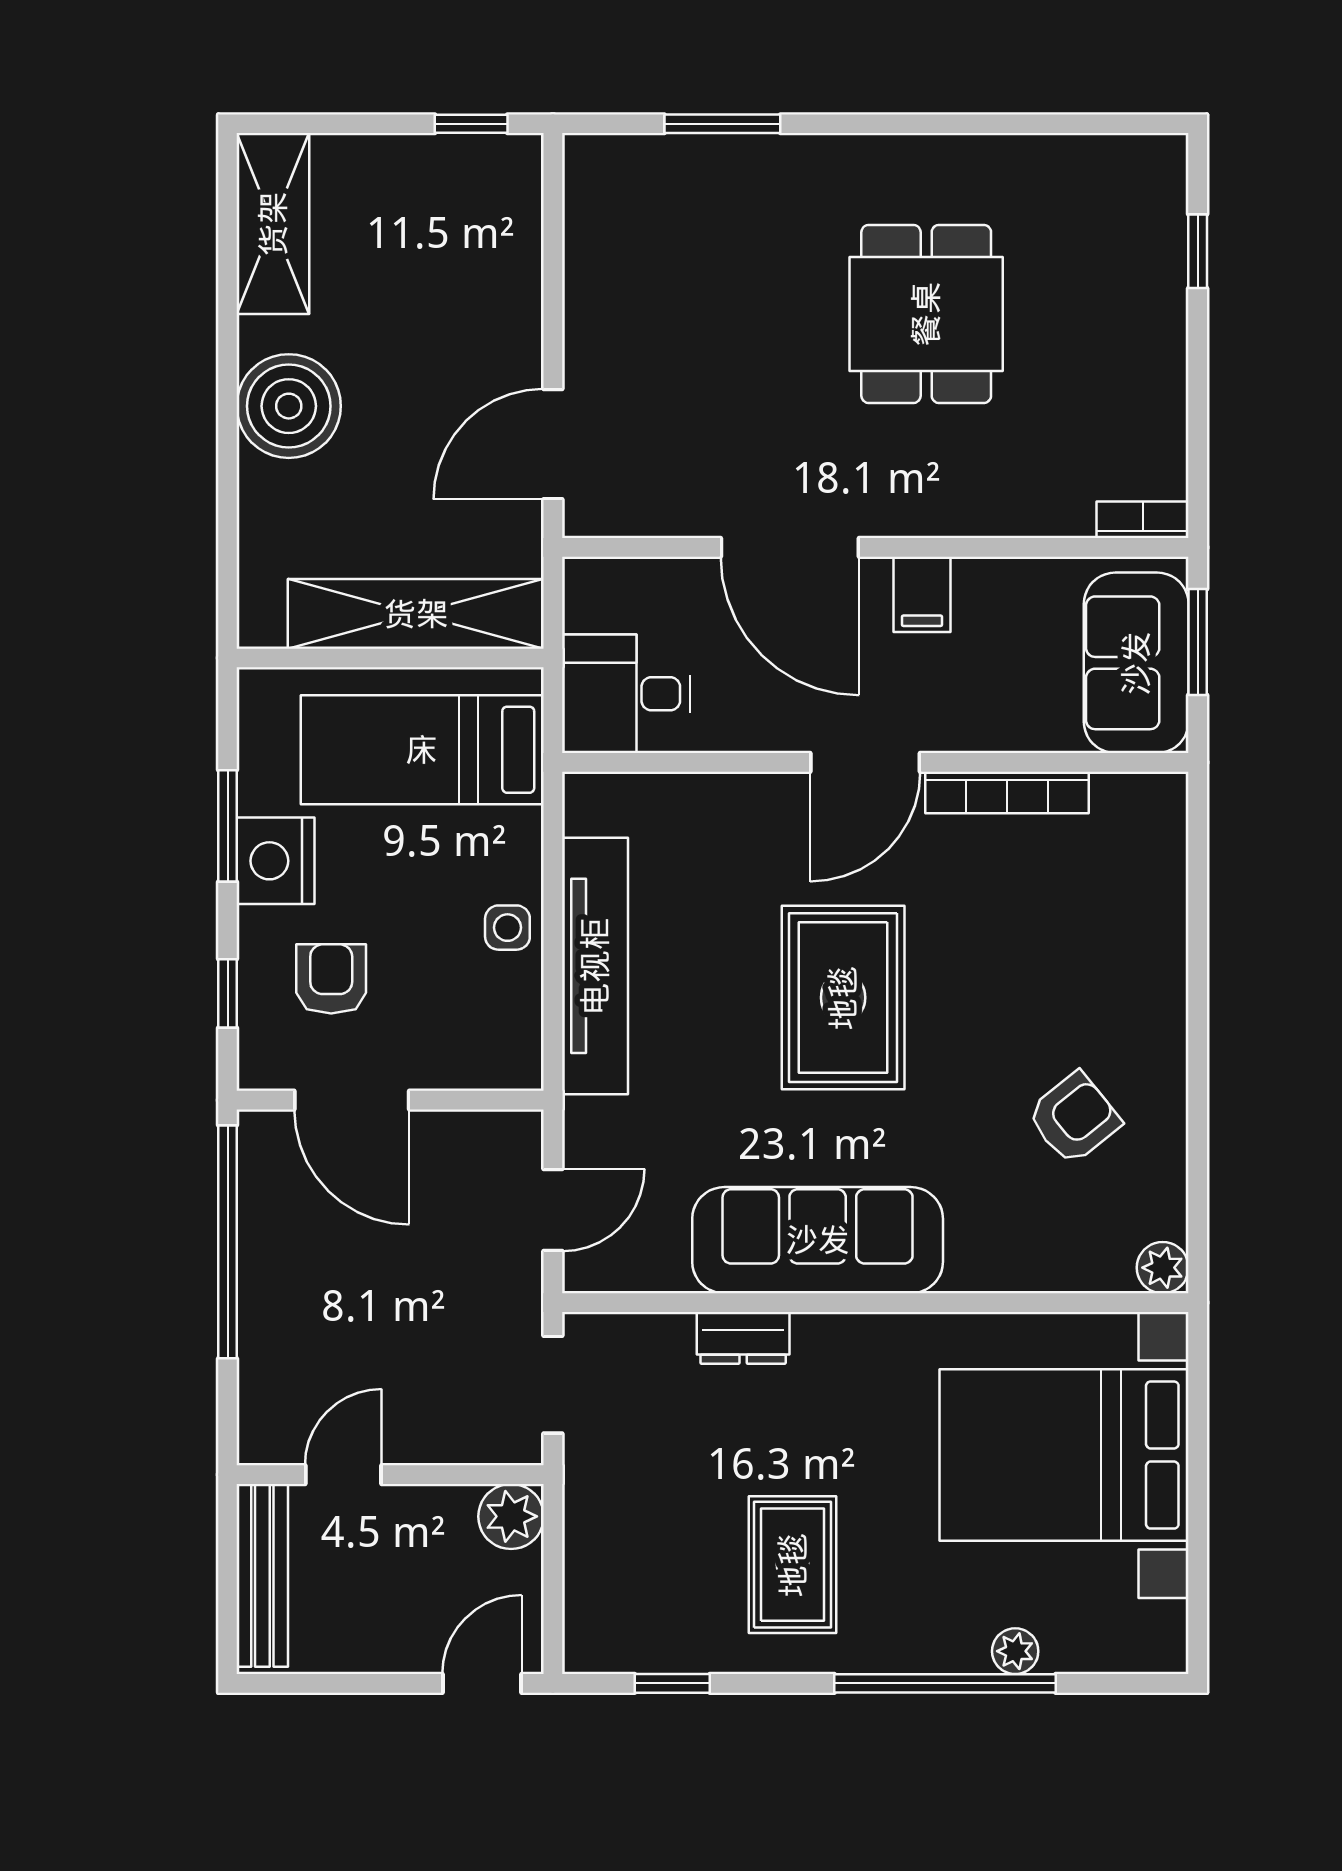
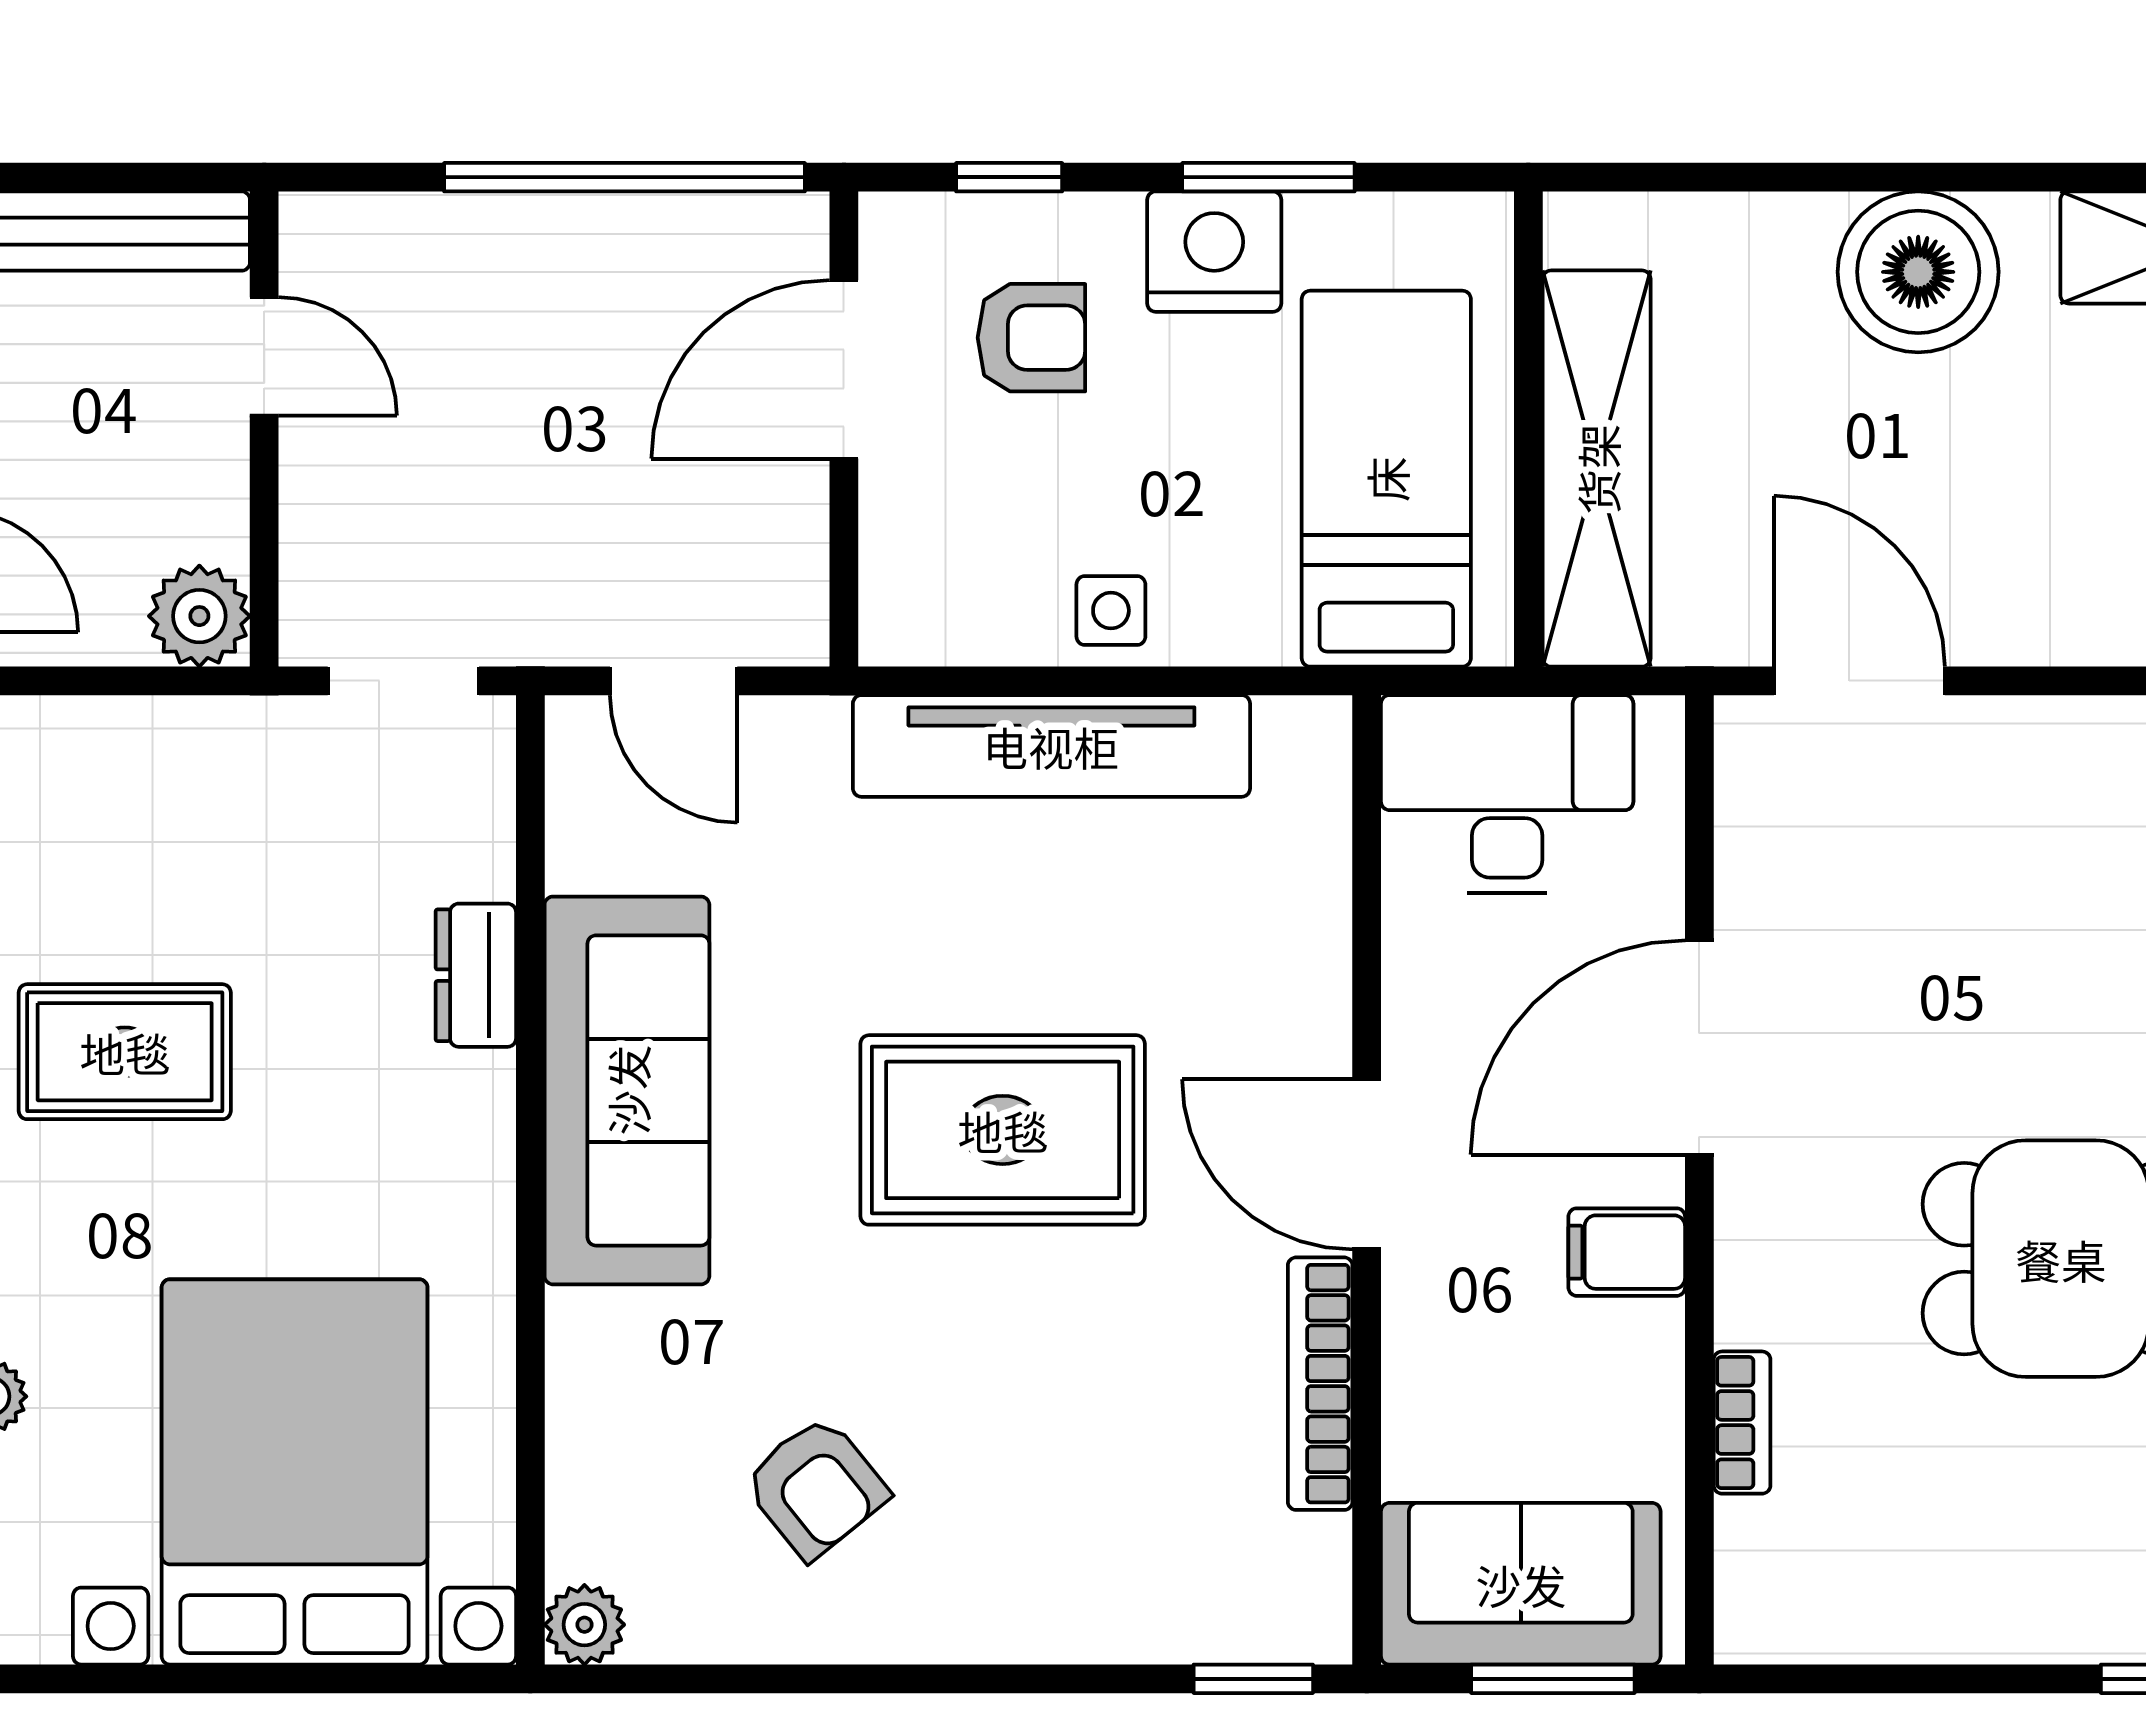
bookcase: (1143, 520) -> (1742, 1423), moved
desk: (626, 694) -> (1507, 794), width x1.37
window: (1198, 836) -> (1253, 1679), added

